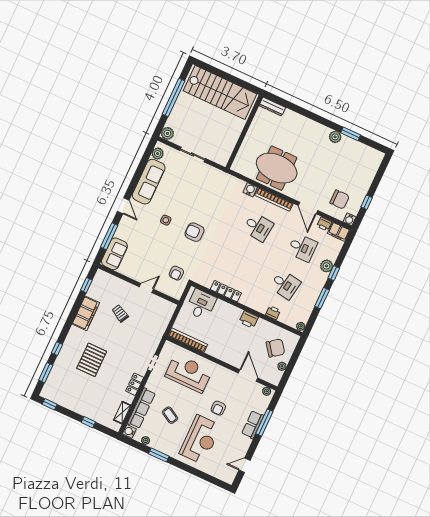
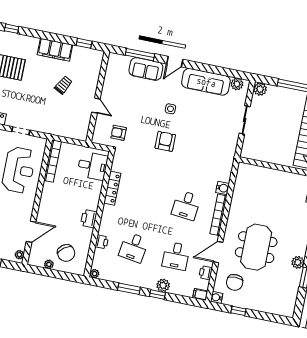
meeting table: (277, 168) -> (256, 247), moved
filing cabinet: (339, 232) -> (200, 294), width x0.50
sofa: (114, 254) -> (146, 69), moved

